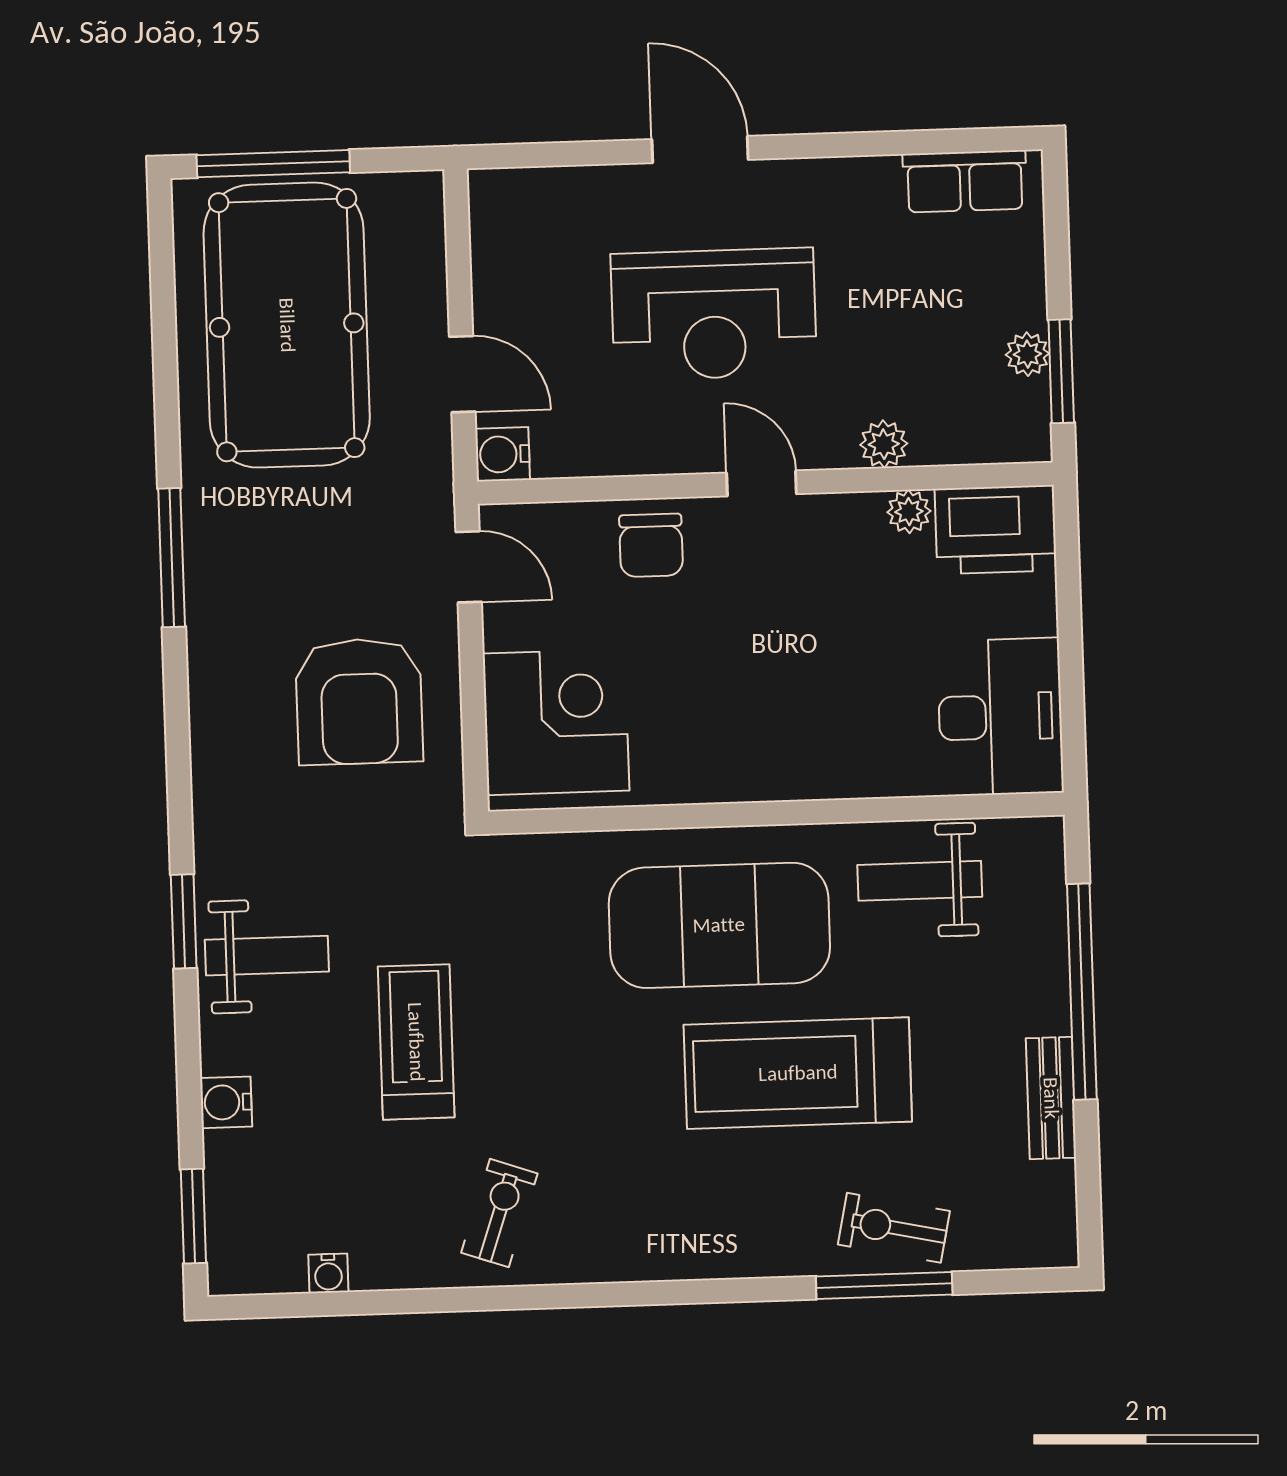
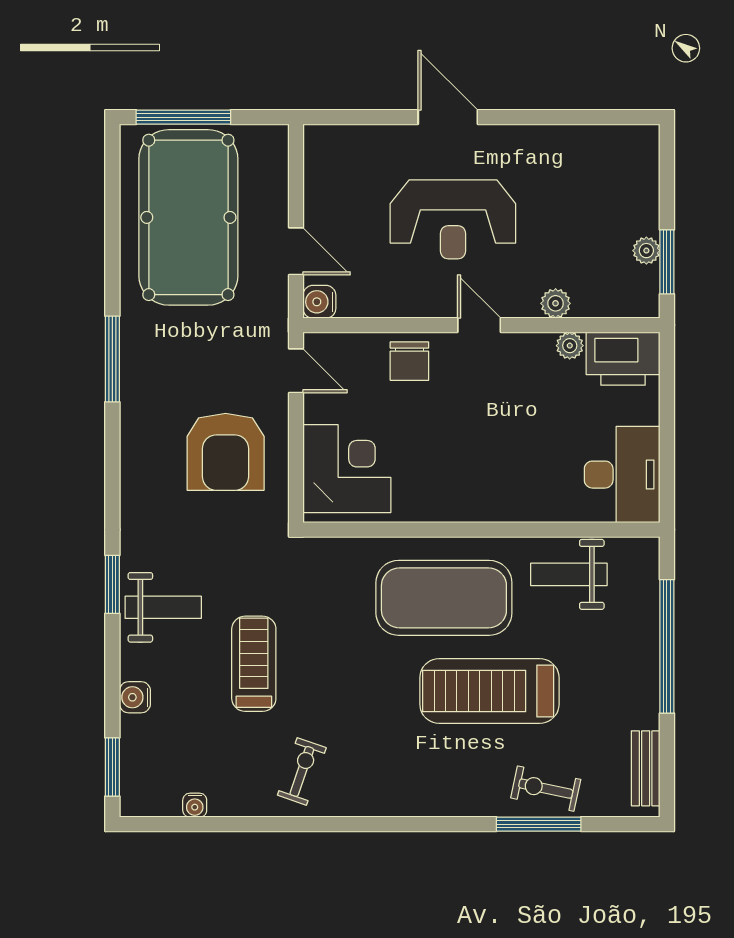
row of seats: (965, 181) -> (611, 142), removed
bench: (1051, 1098) -> (646, 768), moved

